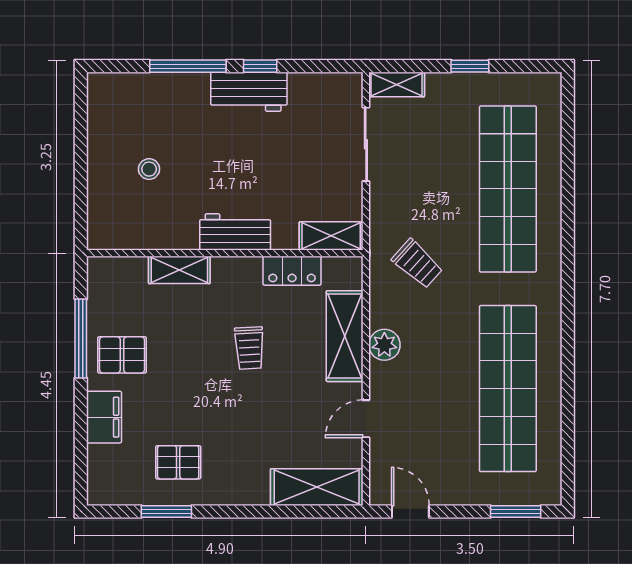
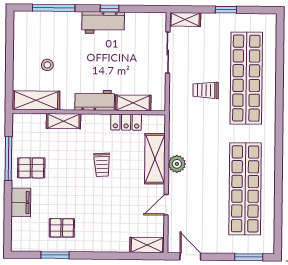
window: (188, 66) -> (54, 8), moved
shelving: (129, 233) -> (36, 100), added
shelving: (331, 236) -> (133, 103), moved
trolley: (417, 264) -> (206, 90), moved, turned 138
shelving: (317, 487) -> (147, 245), width x0.67, depth x0.75

